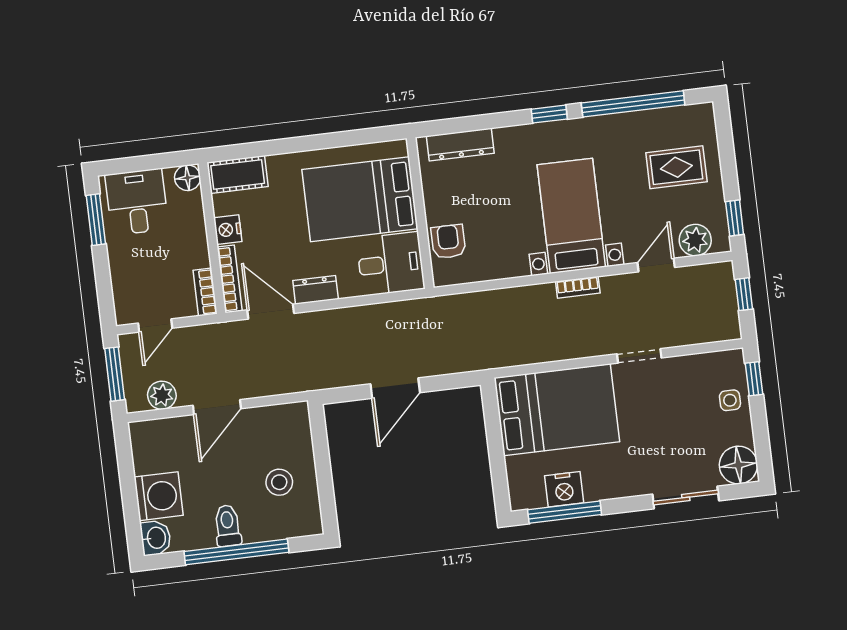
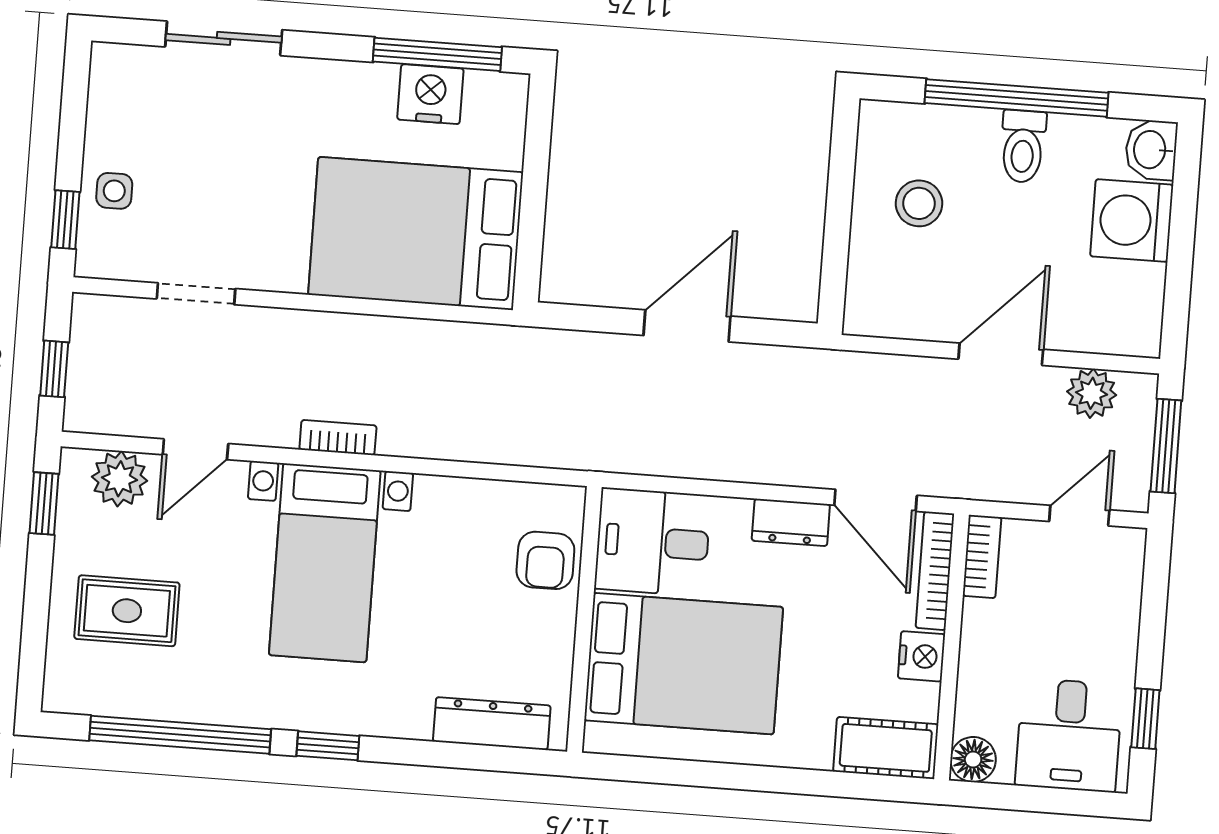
window: (96, 220) -> (1145, 719), width x0.67
doorway: (639, 356) -> (196, 294), moved
floor lamp: (738, 465) -> (122, 76), removed

